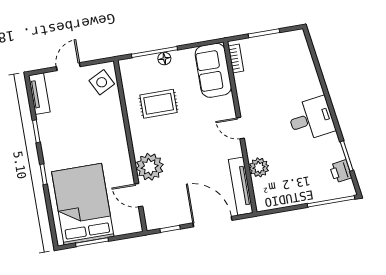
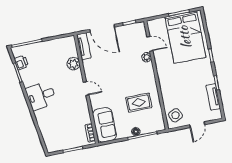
tv unit: (39, 94) -> (213, 97), moved
plant: (150, 167) -> (147, 57), width x0.53, depth x0.53
tv unit: (241, 186) -> (84, 46), width x0.71

